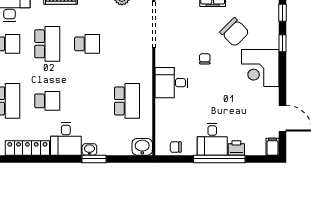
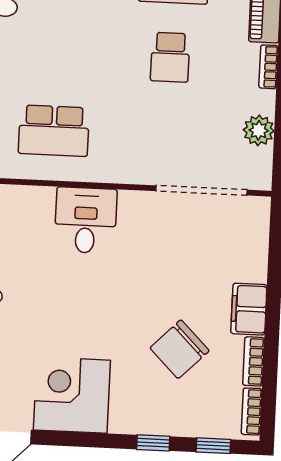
chair: (205, 59) -> (130, 288), removed
corner desk: (260, 68) -> (72, 395), moved

